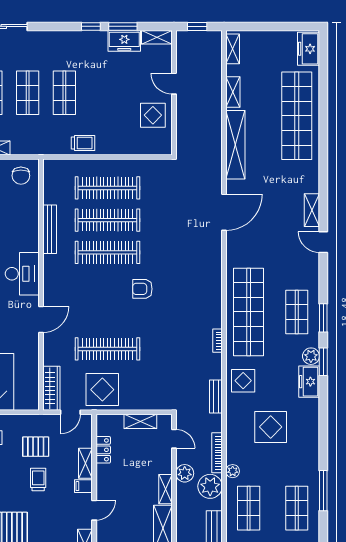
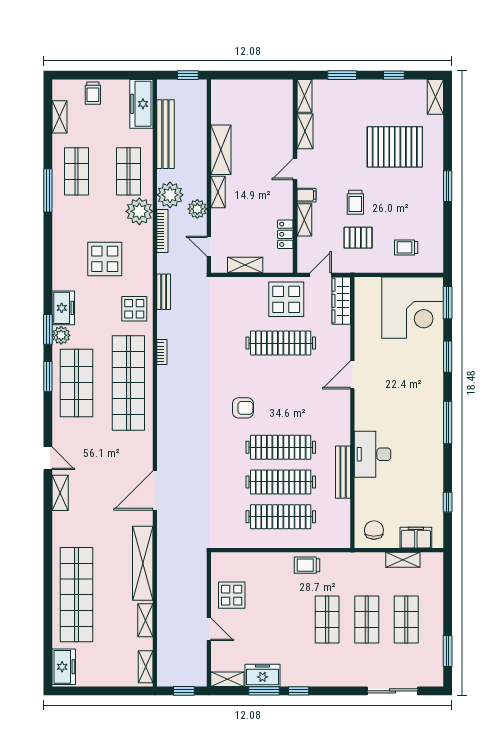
desk: (22, 274) -> (373, 454), moved
shop shelf: (297, 312) -> (77, 383), width x1.43, depth x1.36
plant: (233, 471) -> (139, 211), width x1.88, depth x1.88

